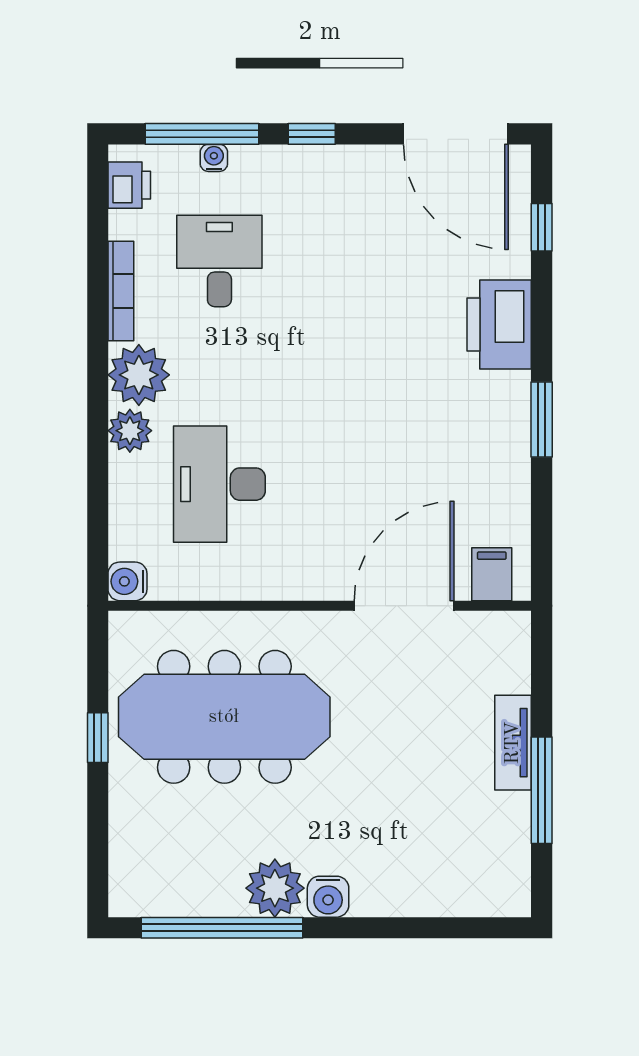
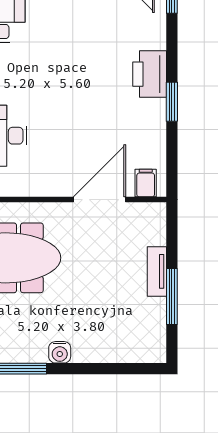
printer: (499, 324) -> (150, 74), moved
plant: (275, 888) -> (32, 348), removed

